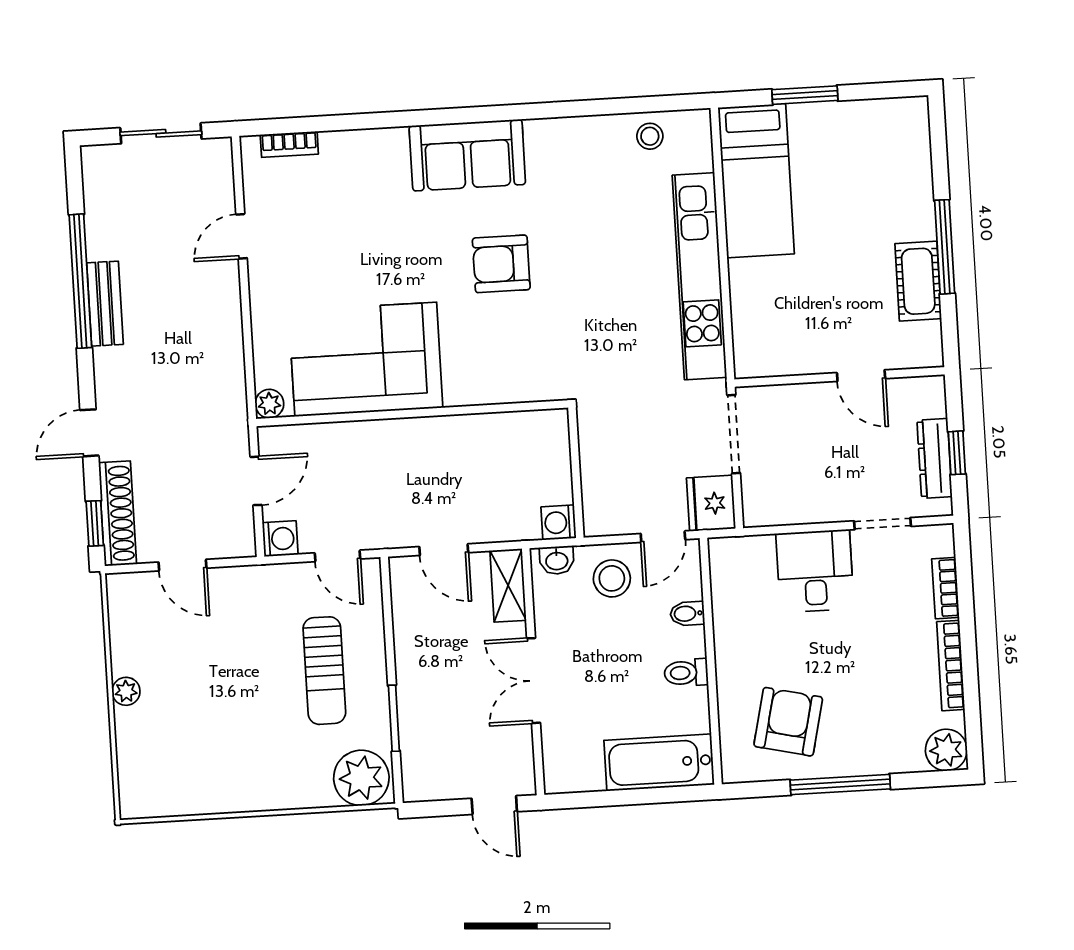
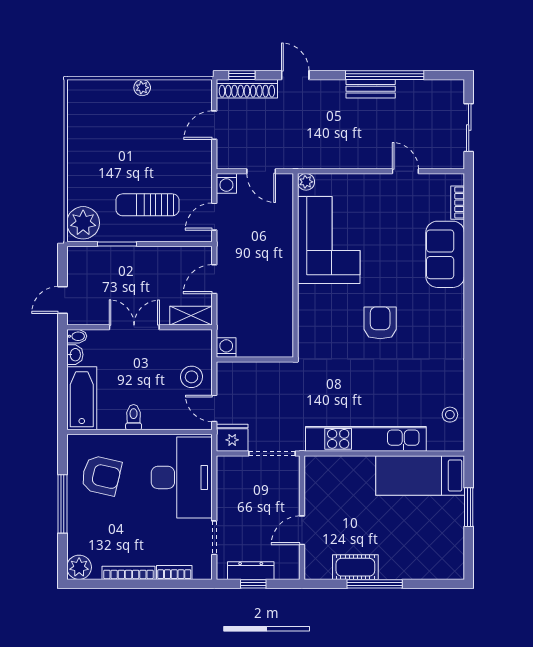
sofa: (467, 155) -> (445, 254), moved
washbasin: (557, 560) -> (75, 355), moved, turned 180
desk: (815, 571) -> (182, 477), width x1.87, depth x1.30
bidet: (687, 614) -> (77, 336), moved, turned 90

